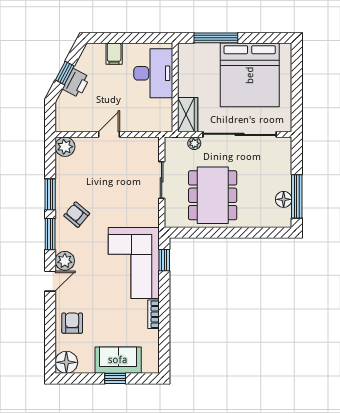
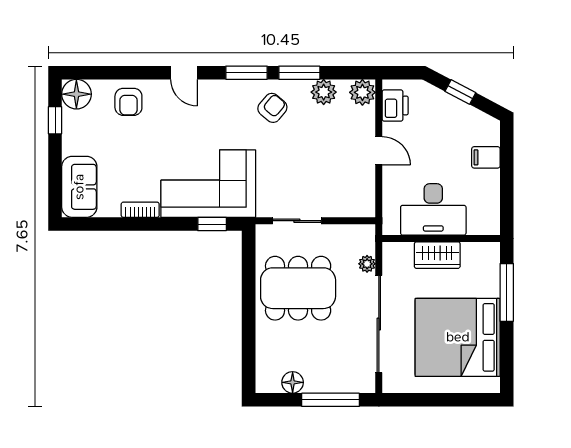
desk: (153, 73) -> (433, 209), moved
printer: (76, 83) -> (395, 105), moved, turned -118
wardrobe: (188, 115) -> (437, 255), moved
sliding door: (162, 180) -> (297, 221), moved
window: (297, 196) -> (331, 400), moved
plant: (65, 261) -> (324, 92), moved
armchair: (72, 323) -> (128, 102), turned 90
sofa: (118, 360) -> (79, 187), moved
window: (115, 378) -> (55, 120), moved

